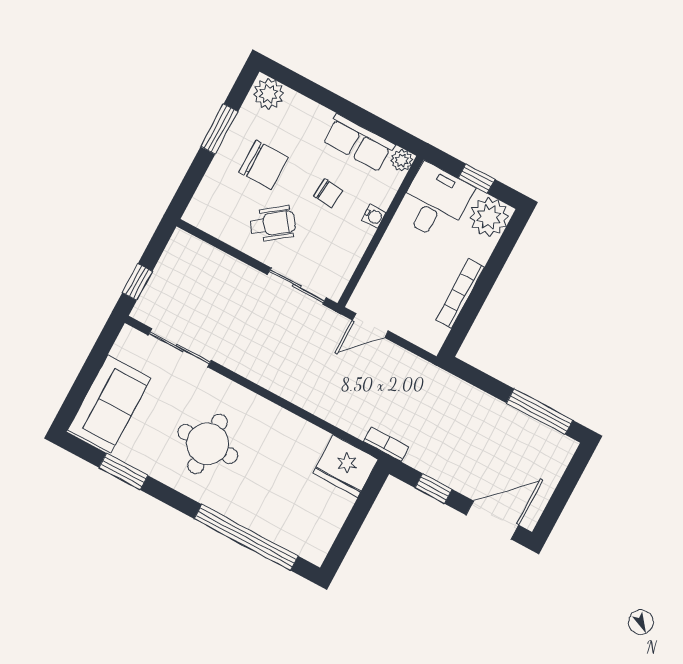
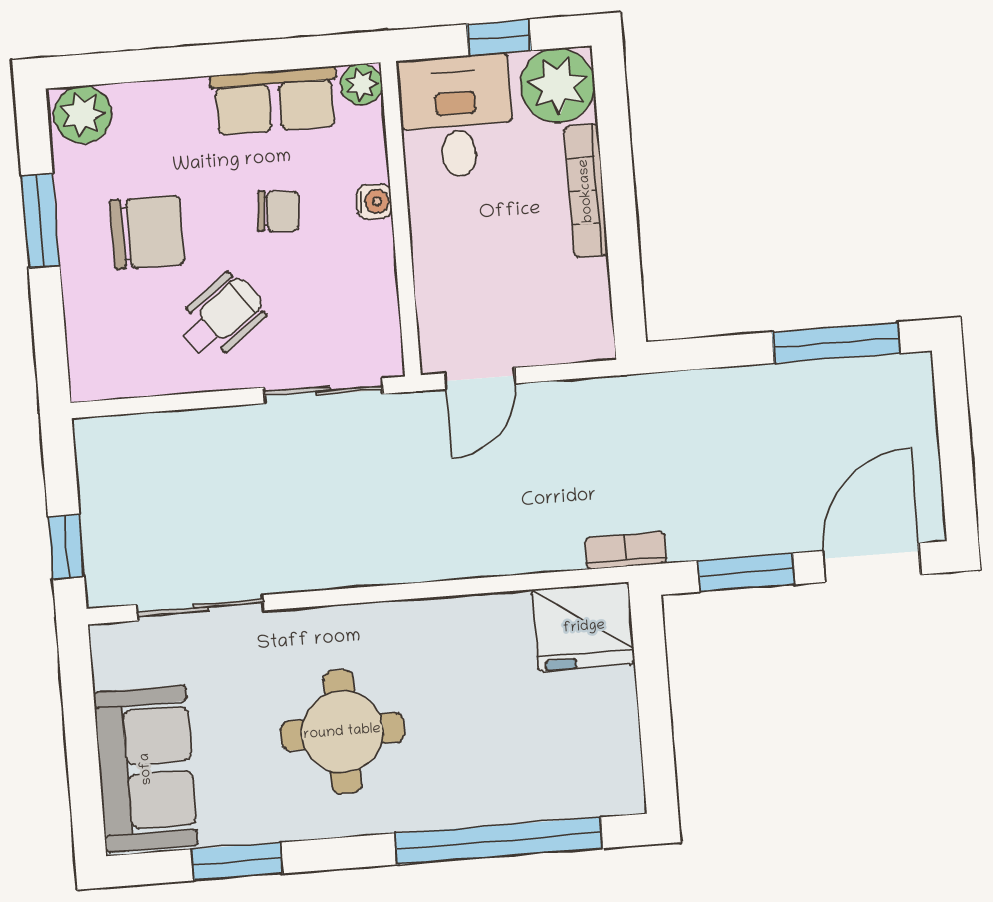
bookcase: (460, 293) -> (586, 191), moved
window: (434, 489) -> (746, 573), width x1.50

